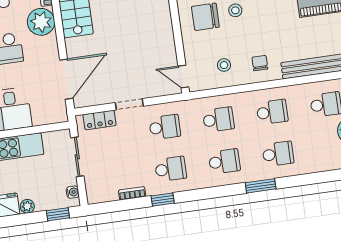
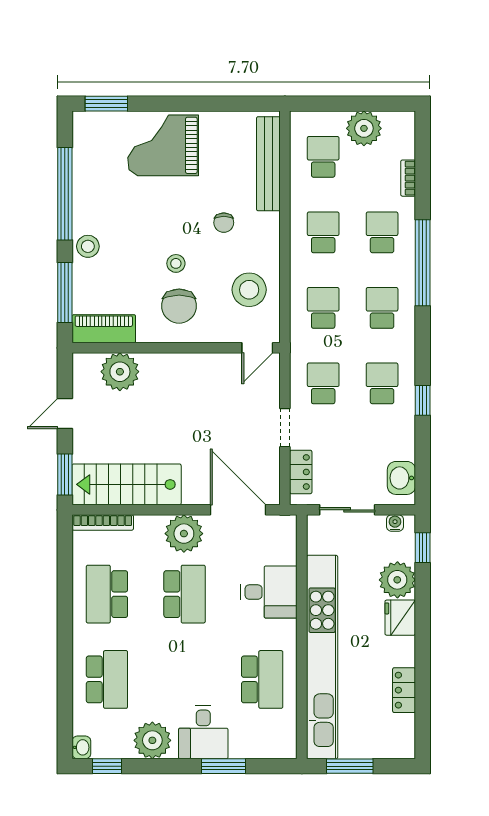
plant: (41, 22) -> (184, 534), moved
chair: (260, 63) -> (224, 223), moved, turned -90
stool: (224, 65) -> (249, 290), width x1.89, depth x1.89
window: (261, 186) -> (423, 263), width x2.11
washbasin: (105, 192) -> (401, 478), added
bookcase: (132, 193) -> (408, 178), moved
plant: (27, 206) -> (397, 580), width x1.87, depth x1.87

